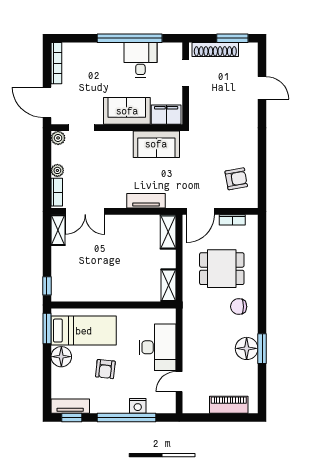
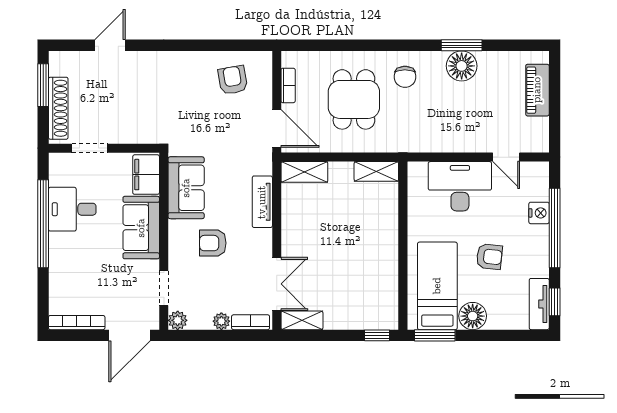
armchair: (115, 164) -> (213, 243), added

